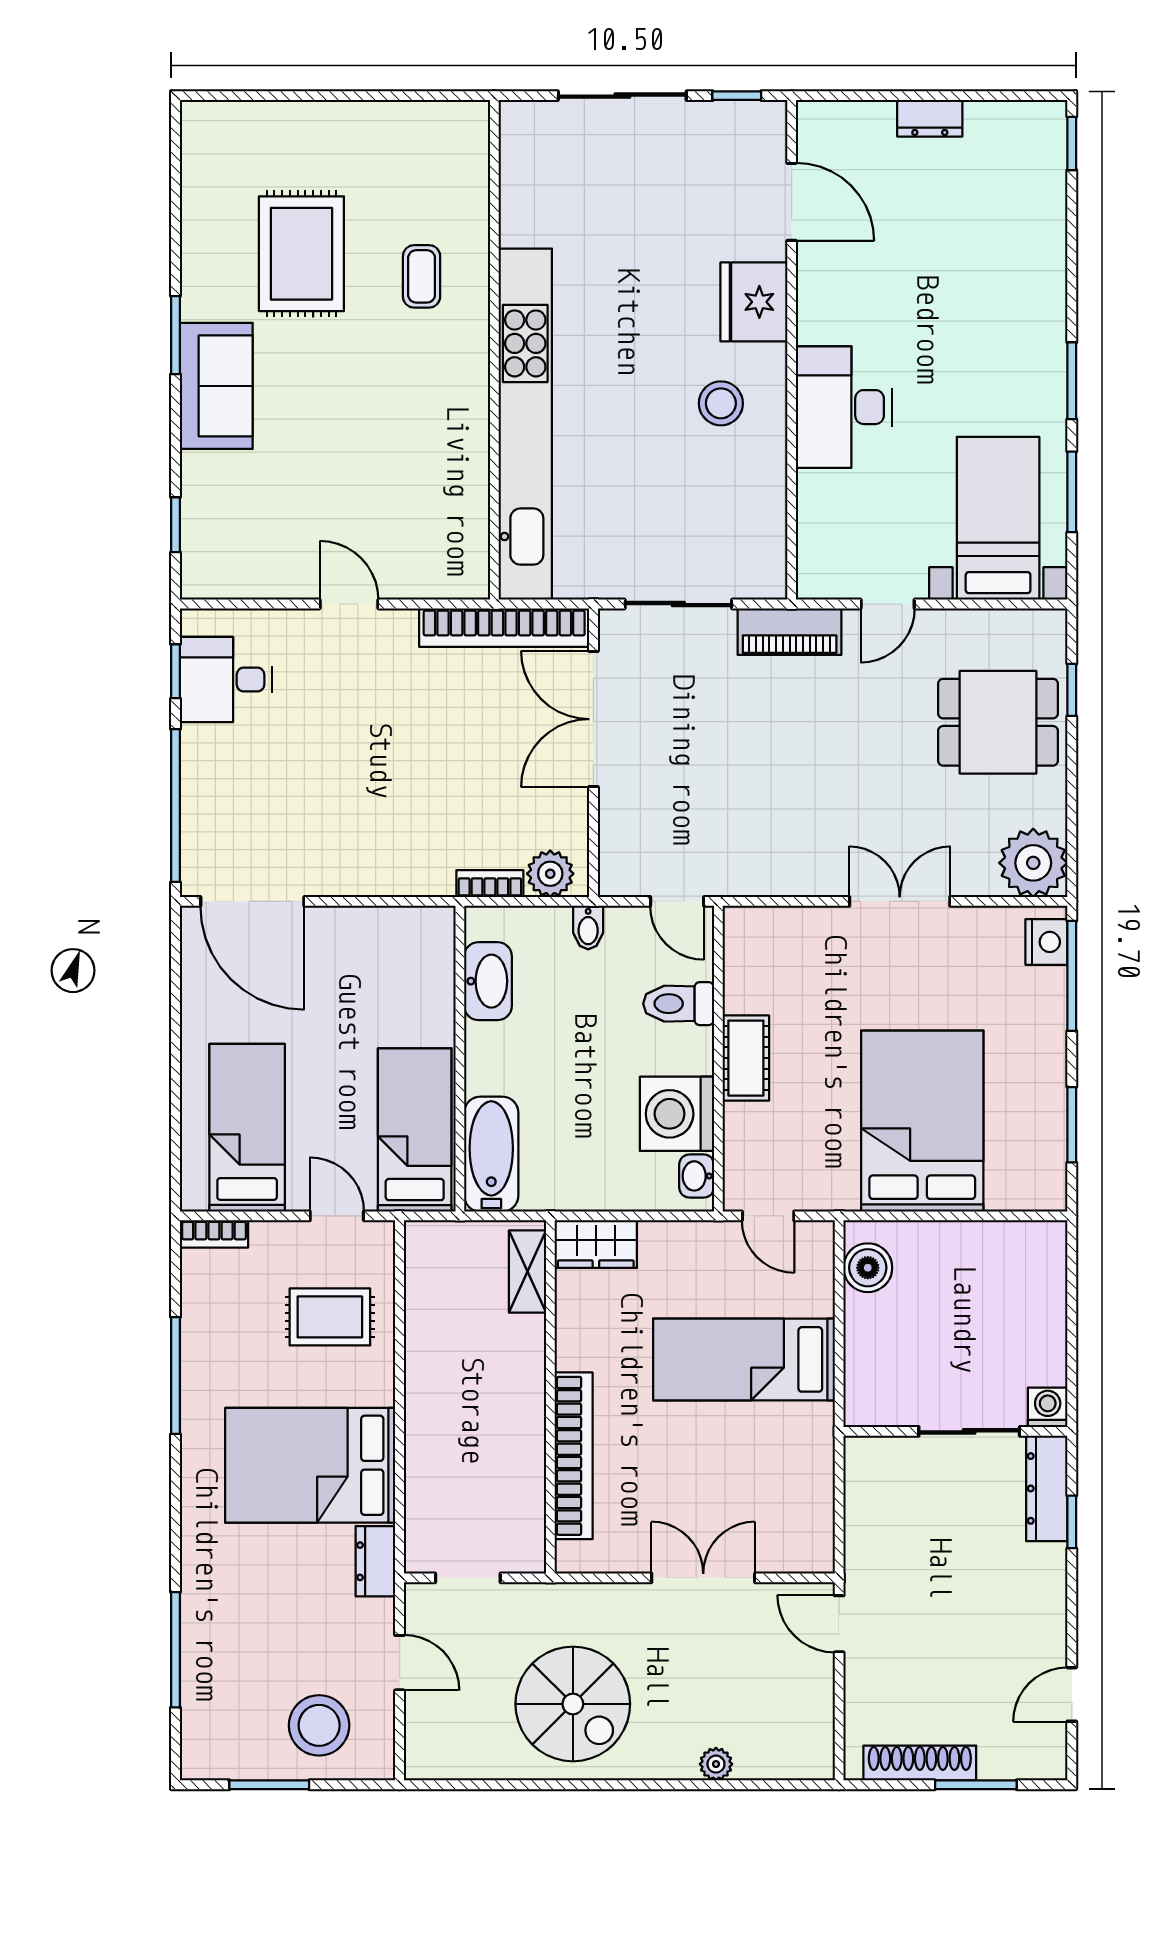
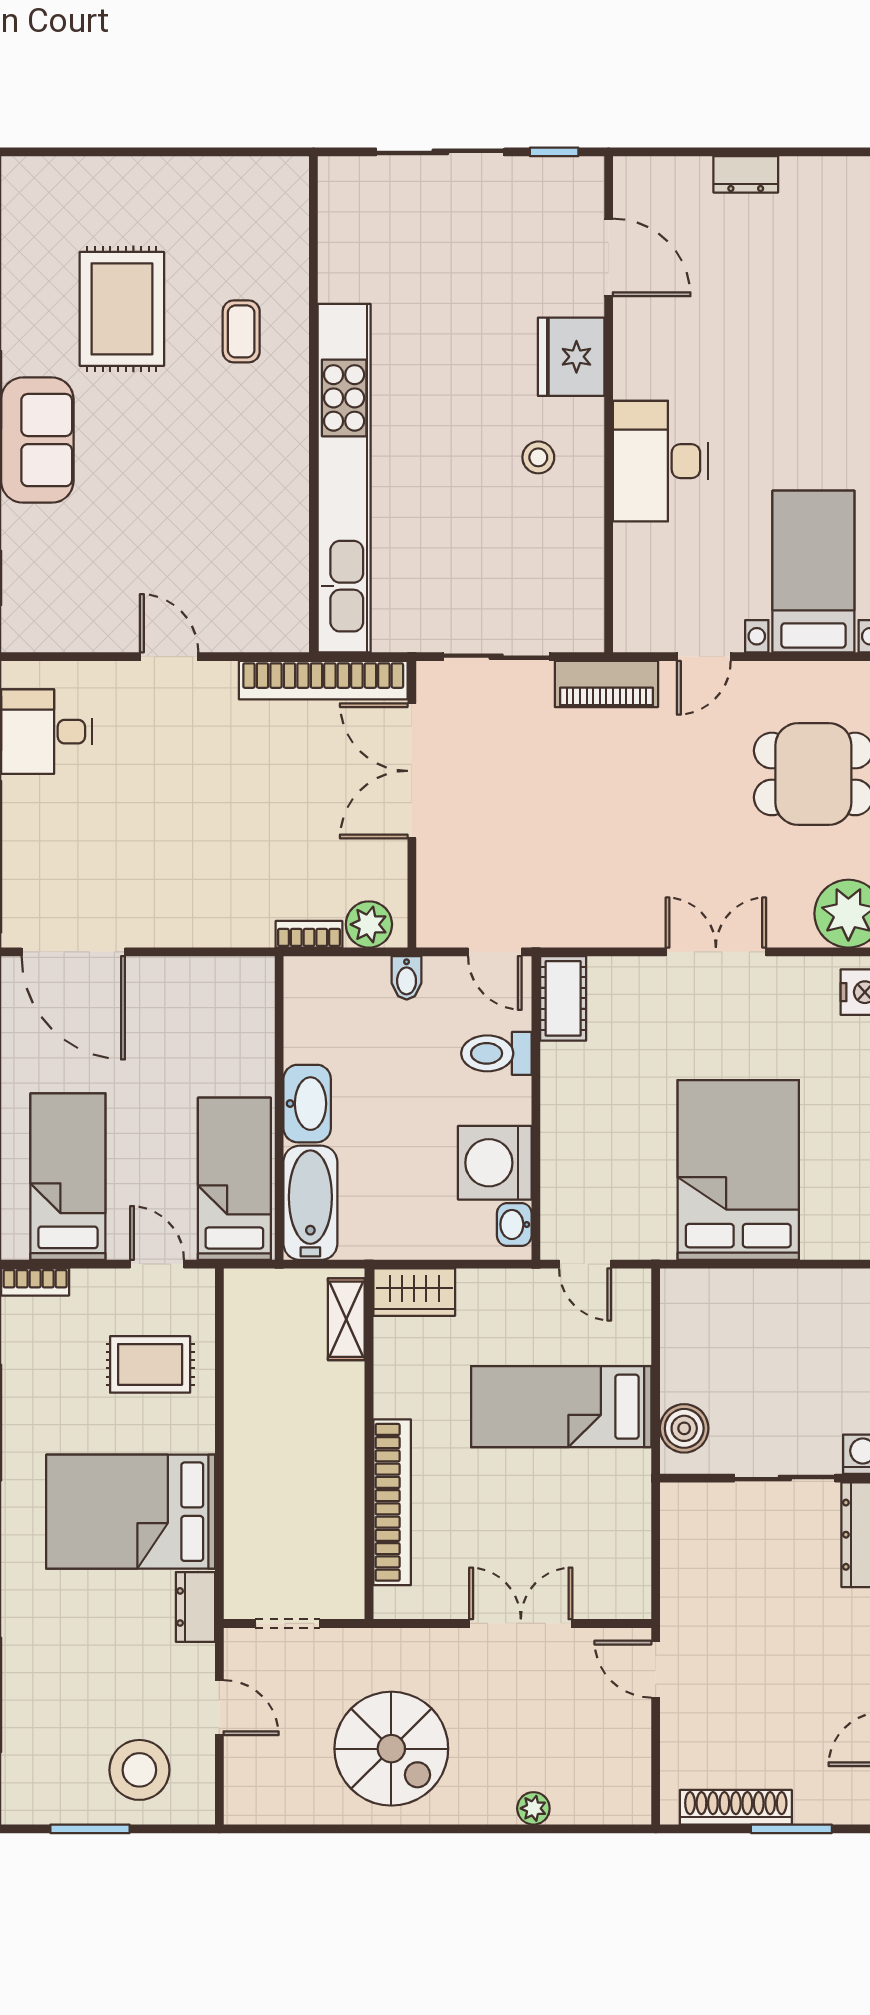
stool: (721, 403) -> (538, 457), width x0.73, depth x0.73
washbasin: (488, 981) -> (307, 1104), moved
cot: (746, 1058) -> (563, 998), moved
boiler: (868, 1268) -> (684, 1428), moved

